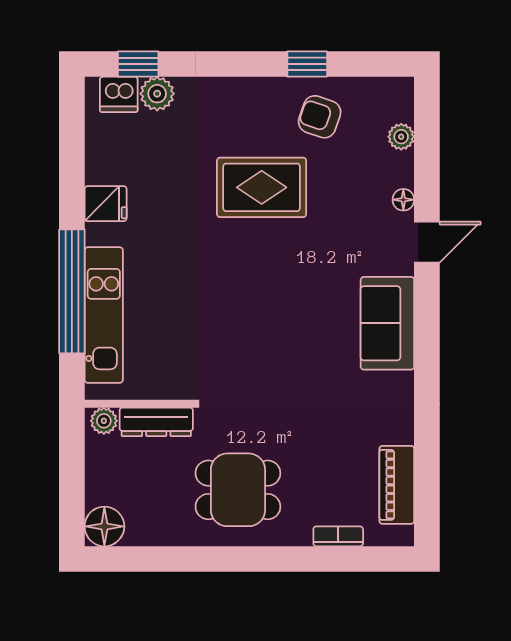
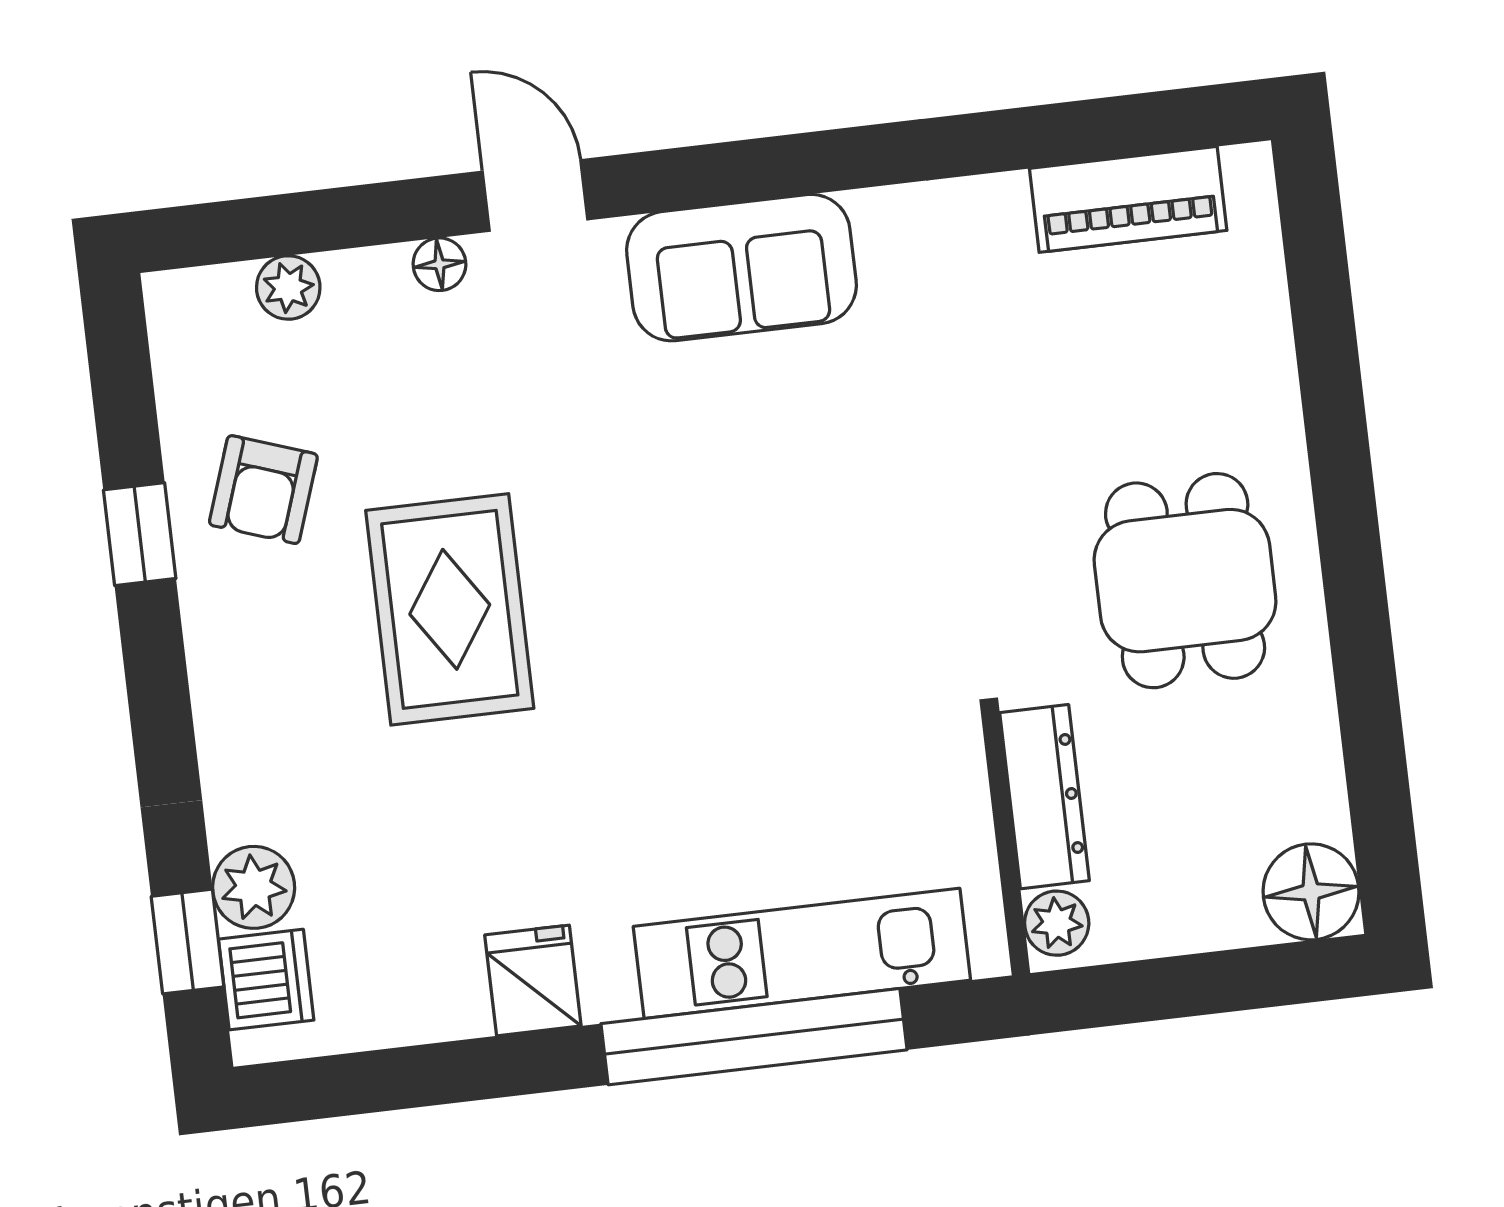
bookcase: (338, 536) -> (1269, 326), removed

